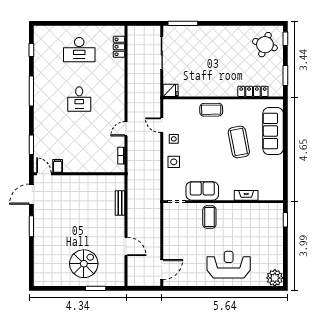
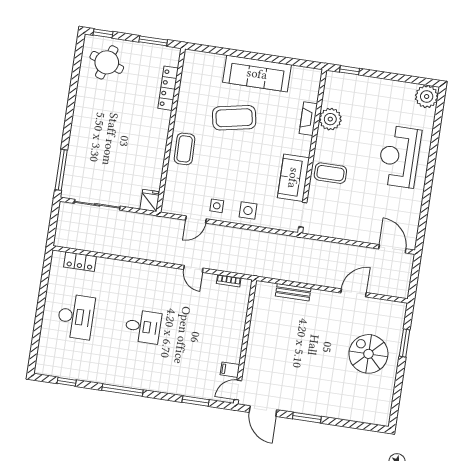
sofa: (273, 131) -> (257, 74), moved
plant: (248, 211) -> (330, 119), added

